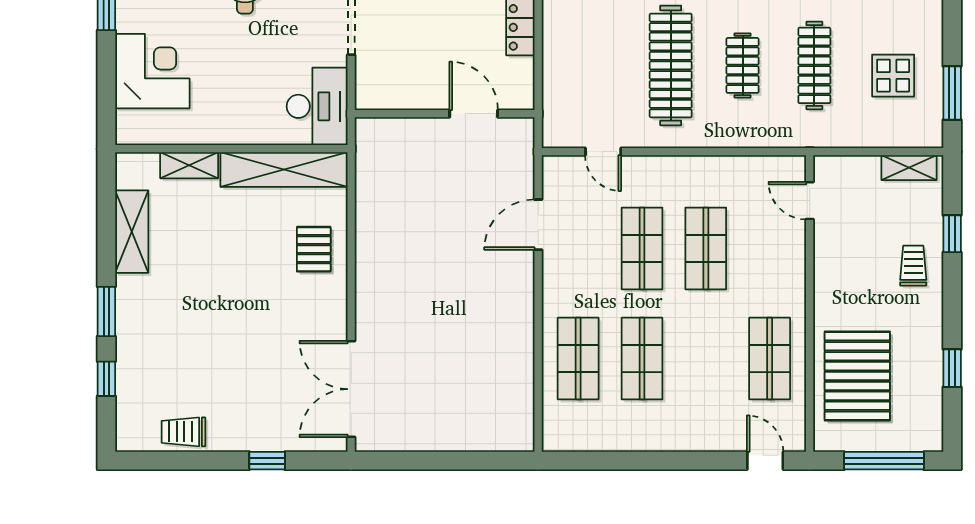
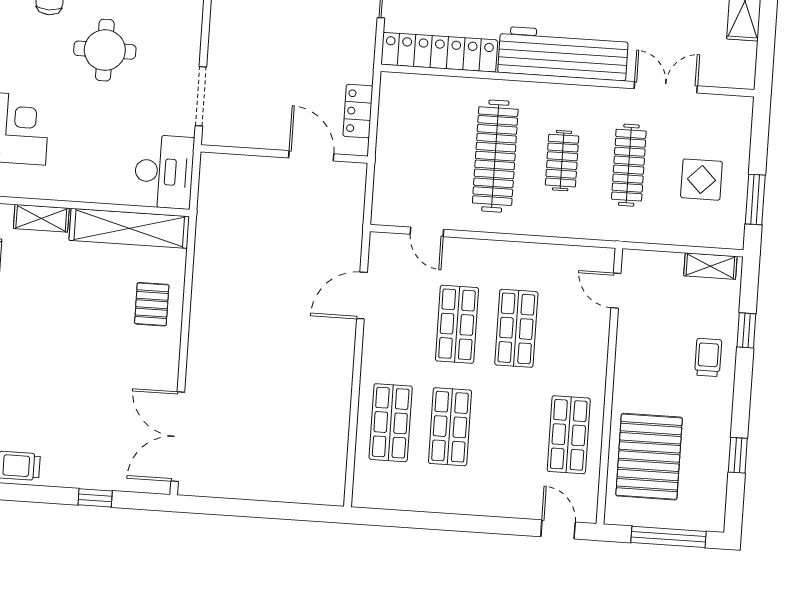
wall: (445, 114) -> (284, 154), moved
door: (474, 114) -> (311, 156), moved

